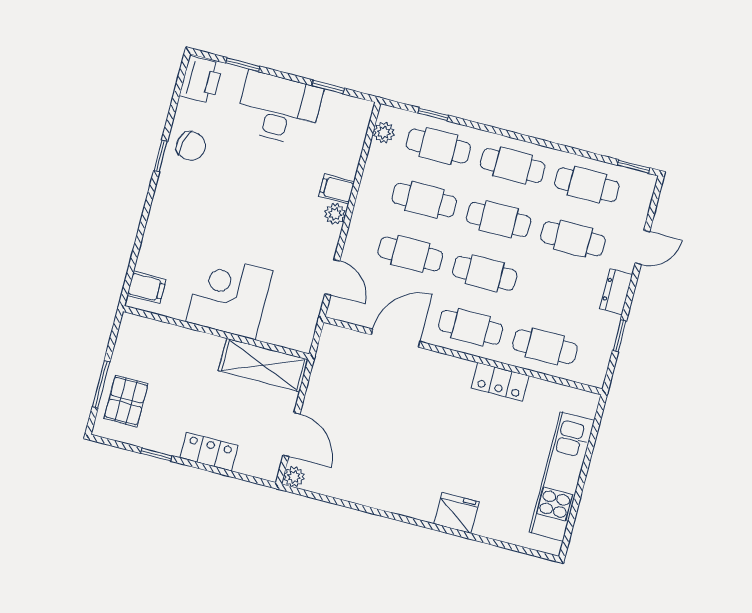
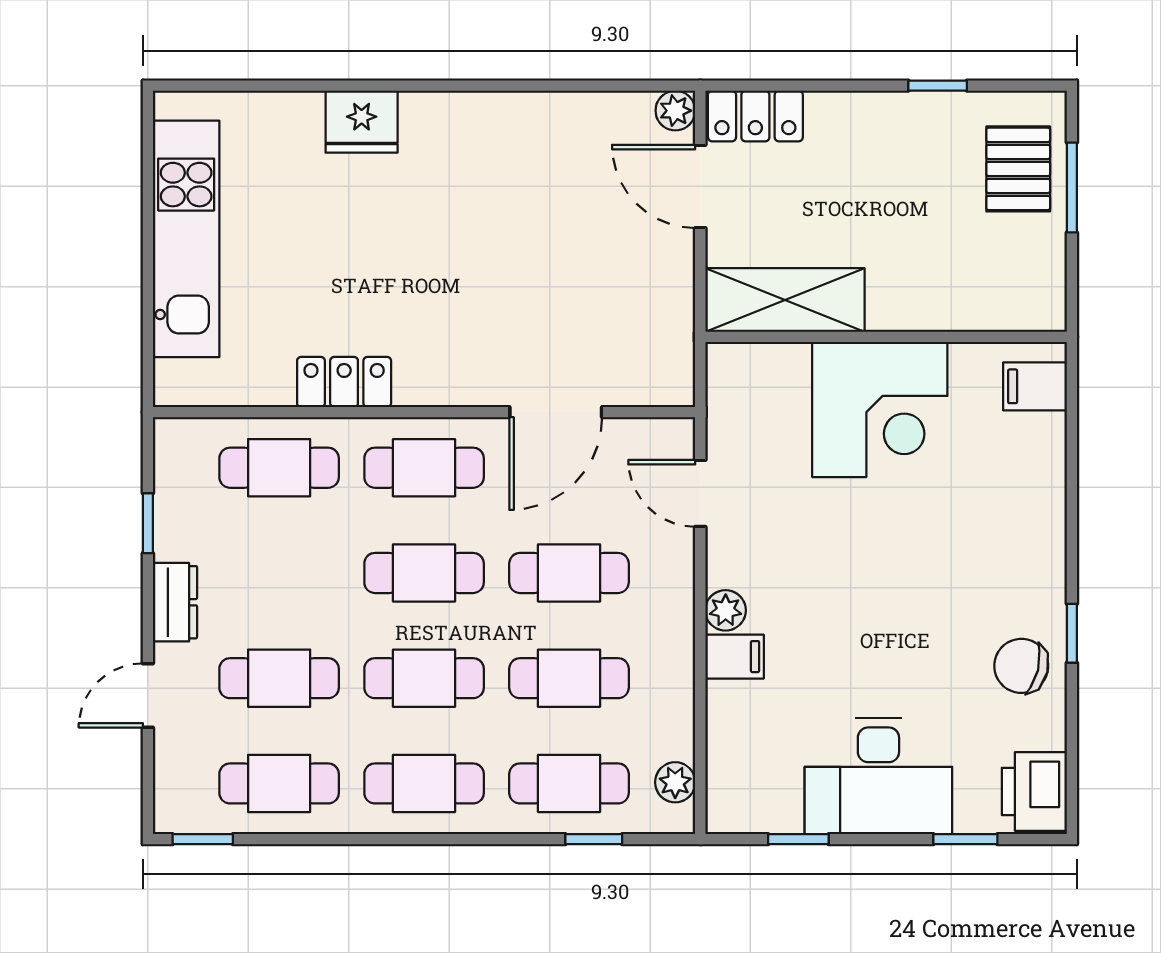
locker: (209, 452) -> (755, 116), moved

